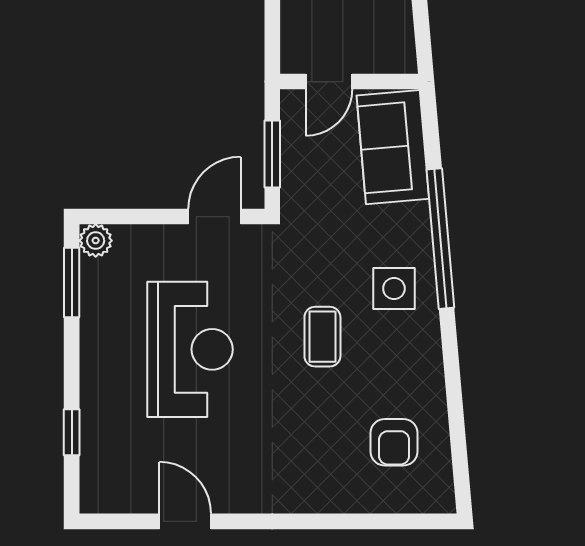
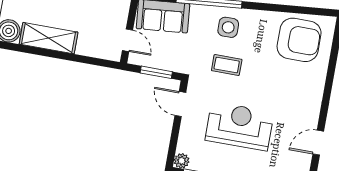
coffee table: (322, 337) -> (227, 65), moved
armchair: (394, 442) -> (299, 40), width x1.88, depth x1.88

